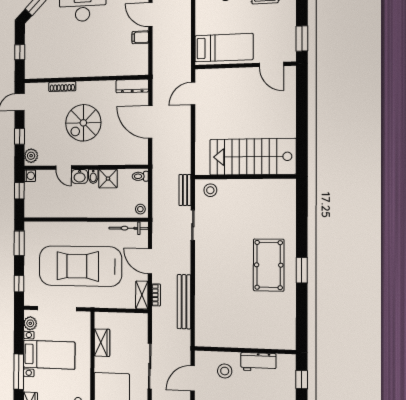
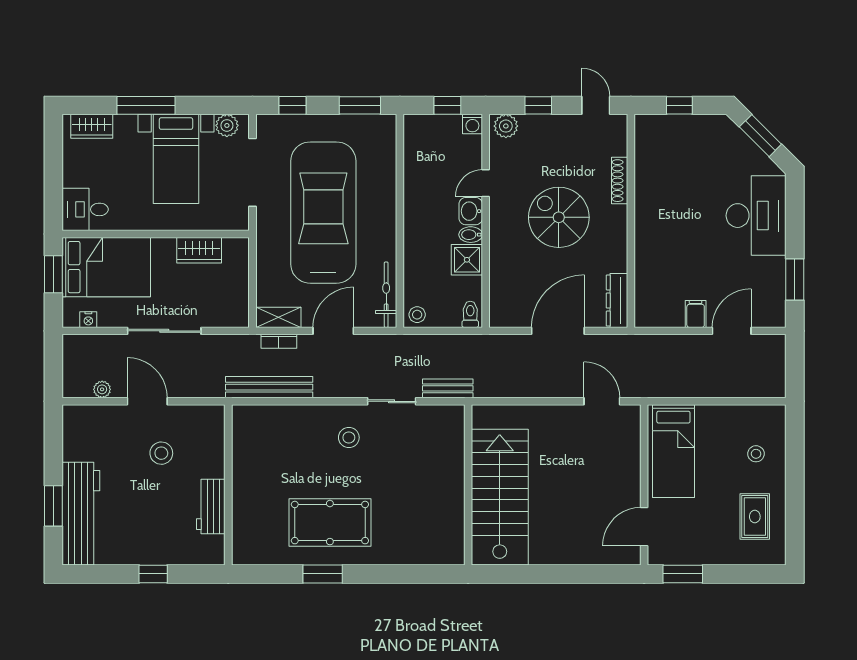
stool: (210, 190) -> (349, 438), moved
wall: (245, 350) -> (228, 485), moved
workbench: (258, 362) -> (211, 507), moved

